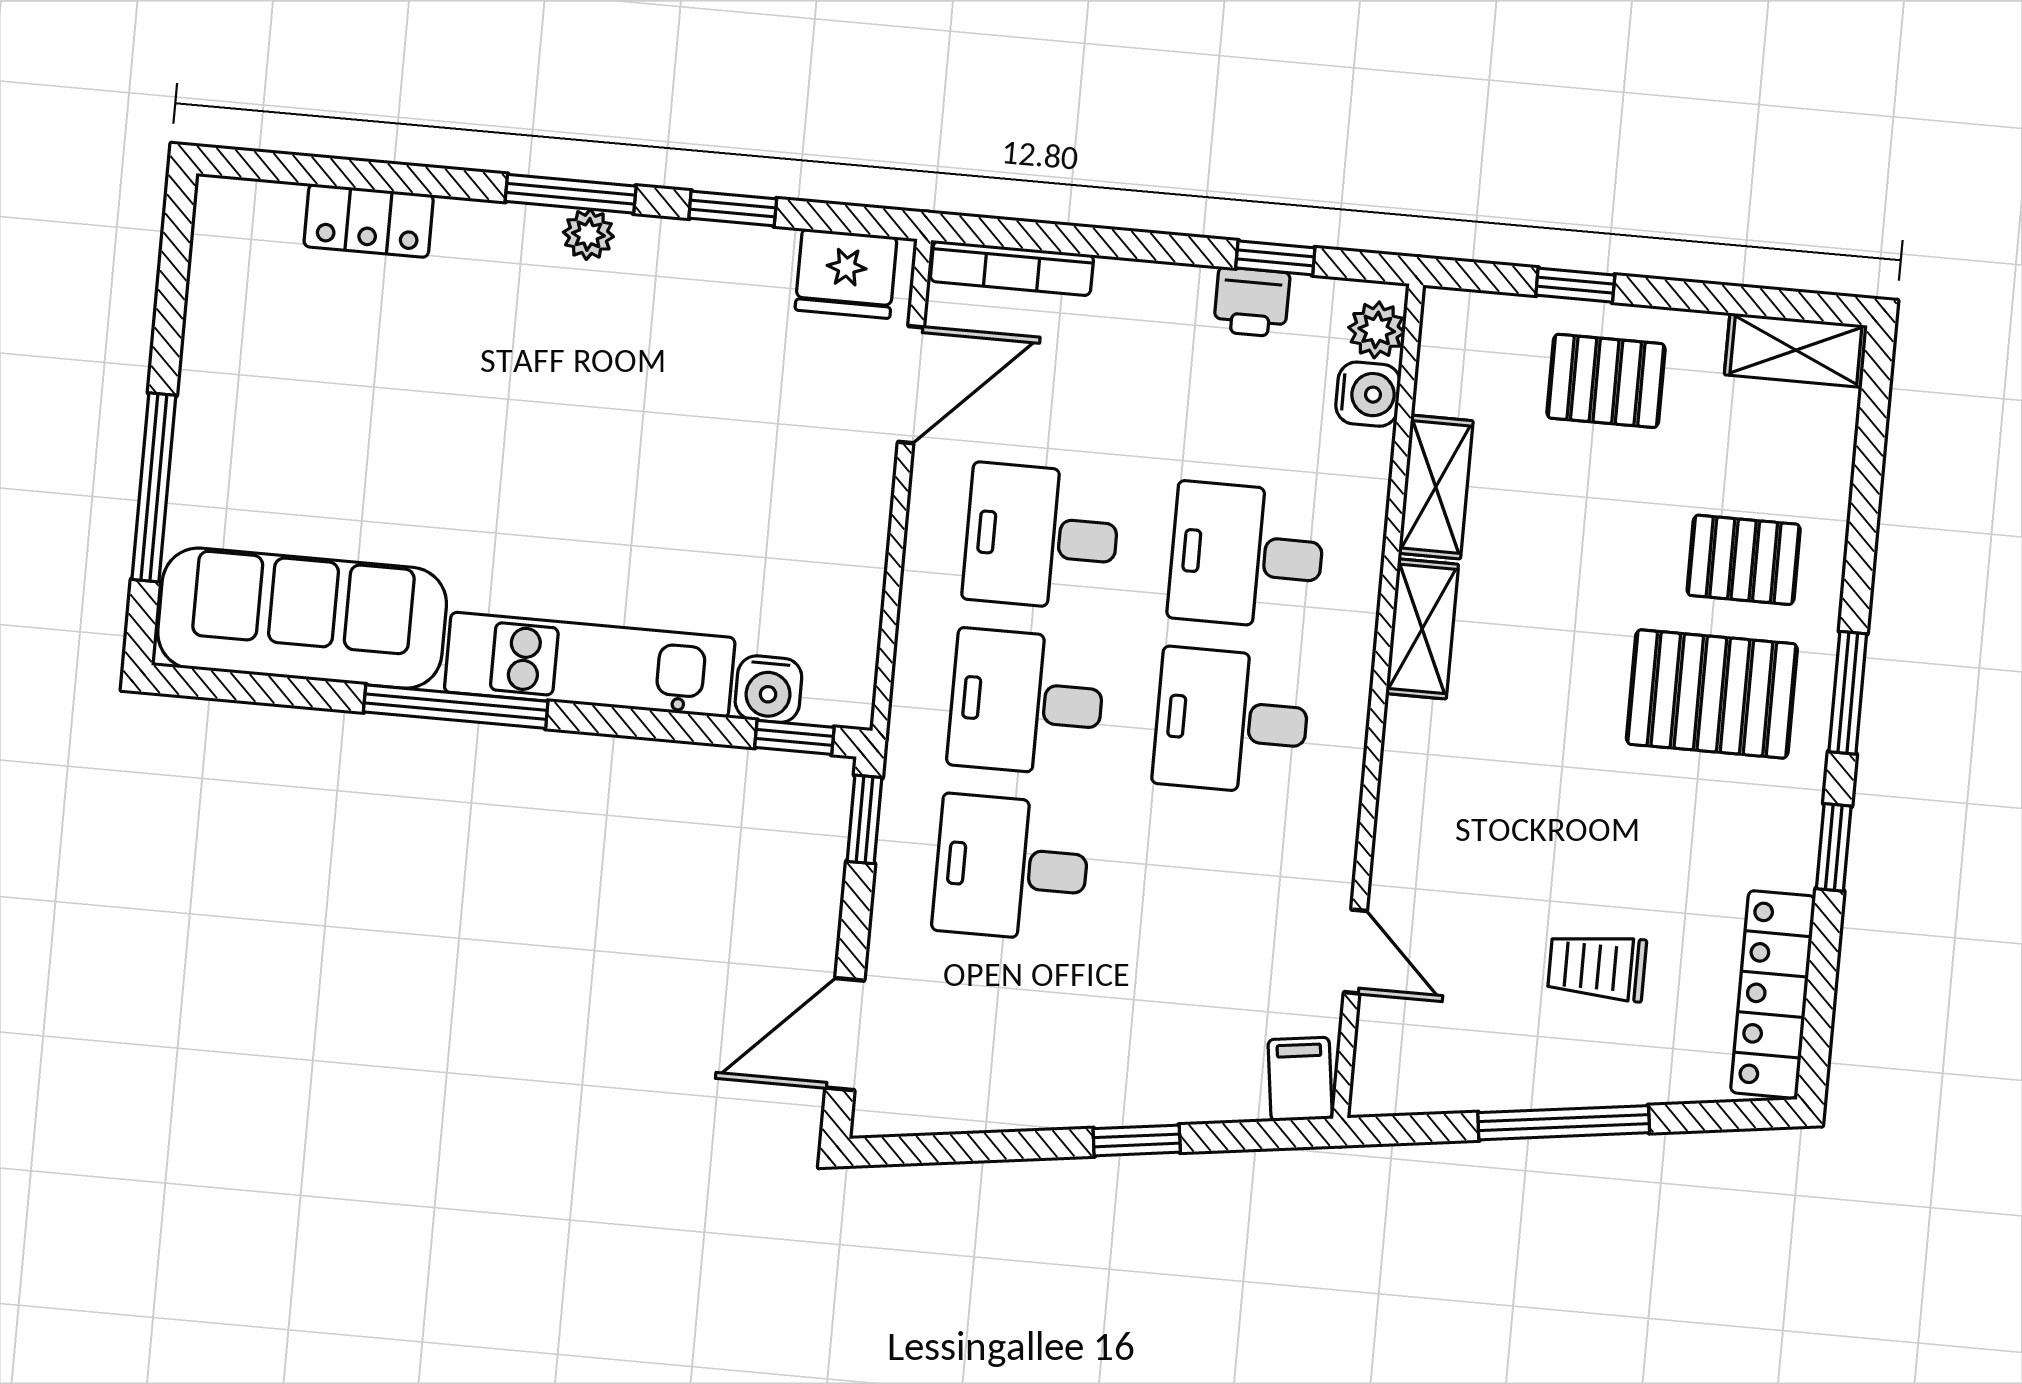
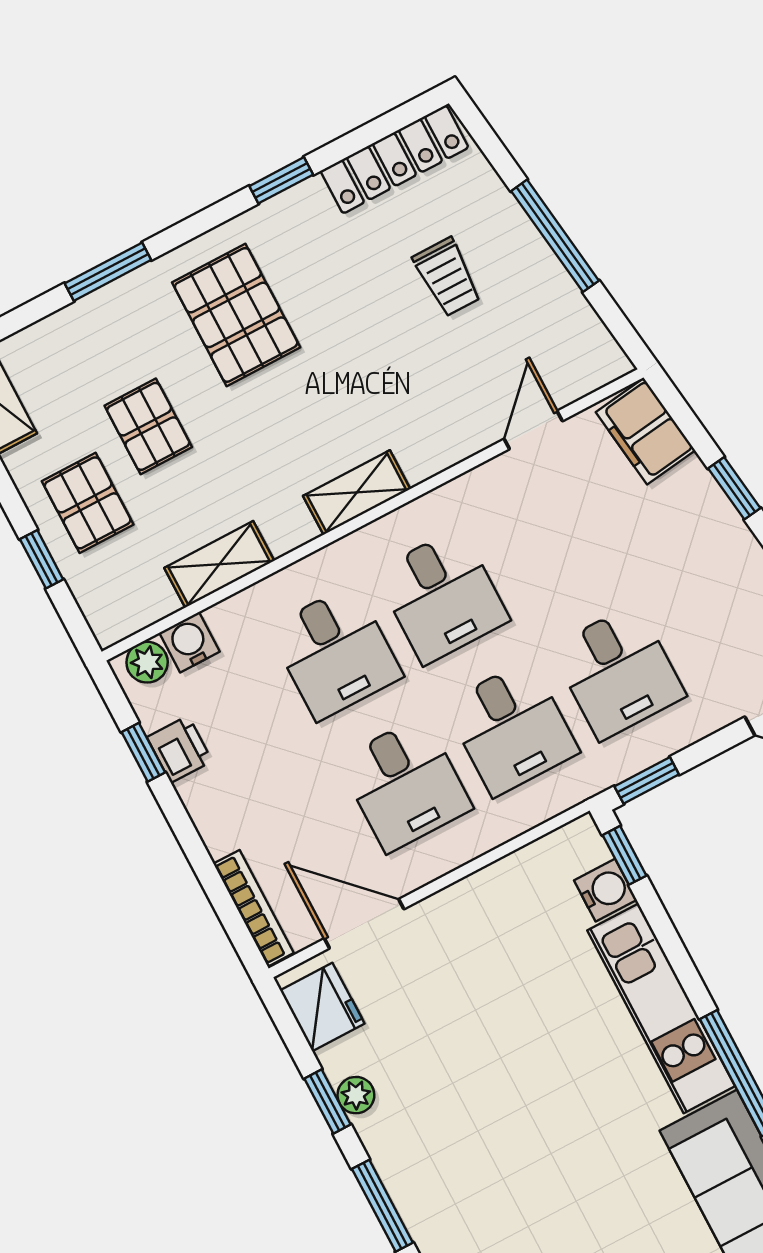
plant: (588, 234) -> (356, 1095), moved
pallet: (1744, 560) -> (148, 426), moved
shelving: (1422, 629) -> (357, 493), moved
window: (1848, 693) -> (108, 272), moved
filing cabinet: (1300, 1079) -> (645, 431), width x2.00

